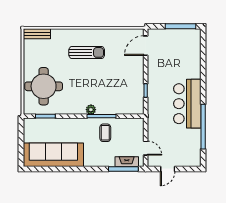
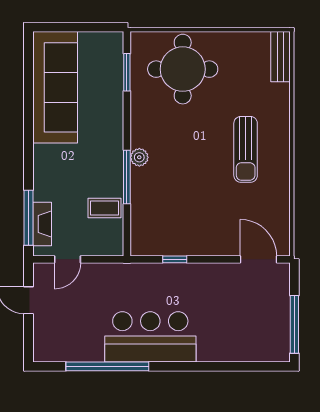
coffee table: (105, 133) -> (104, 208), moved

